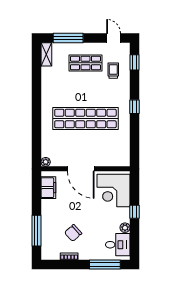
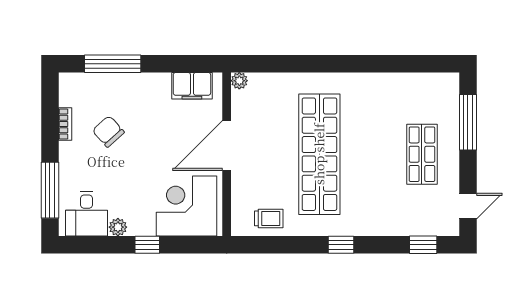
shelving: (46, 54) -> (438, 82), removed
trolley: (113, 71) -> (269, 218), moved

